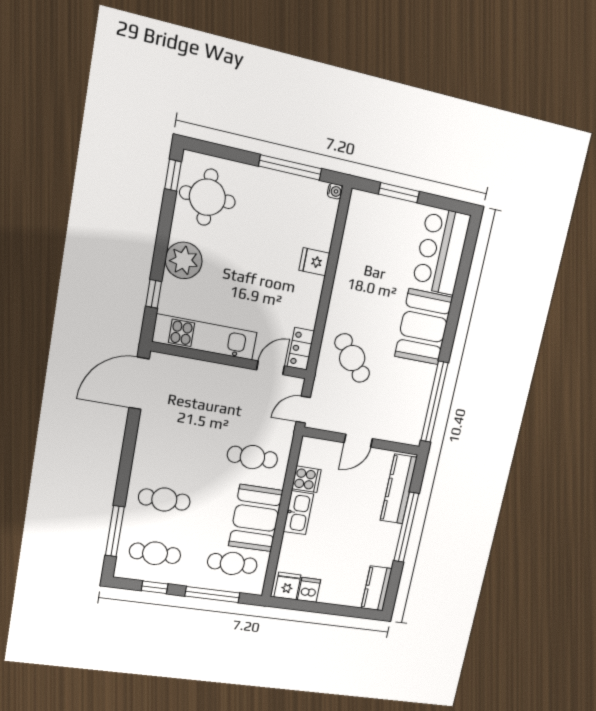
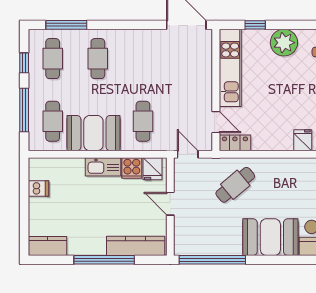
fridge: (287, 586) -> (152, 169), moved, turned 90

